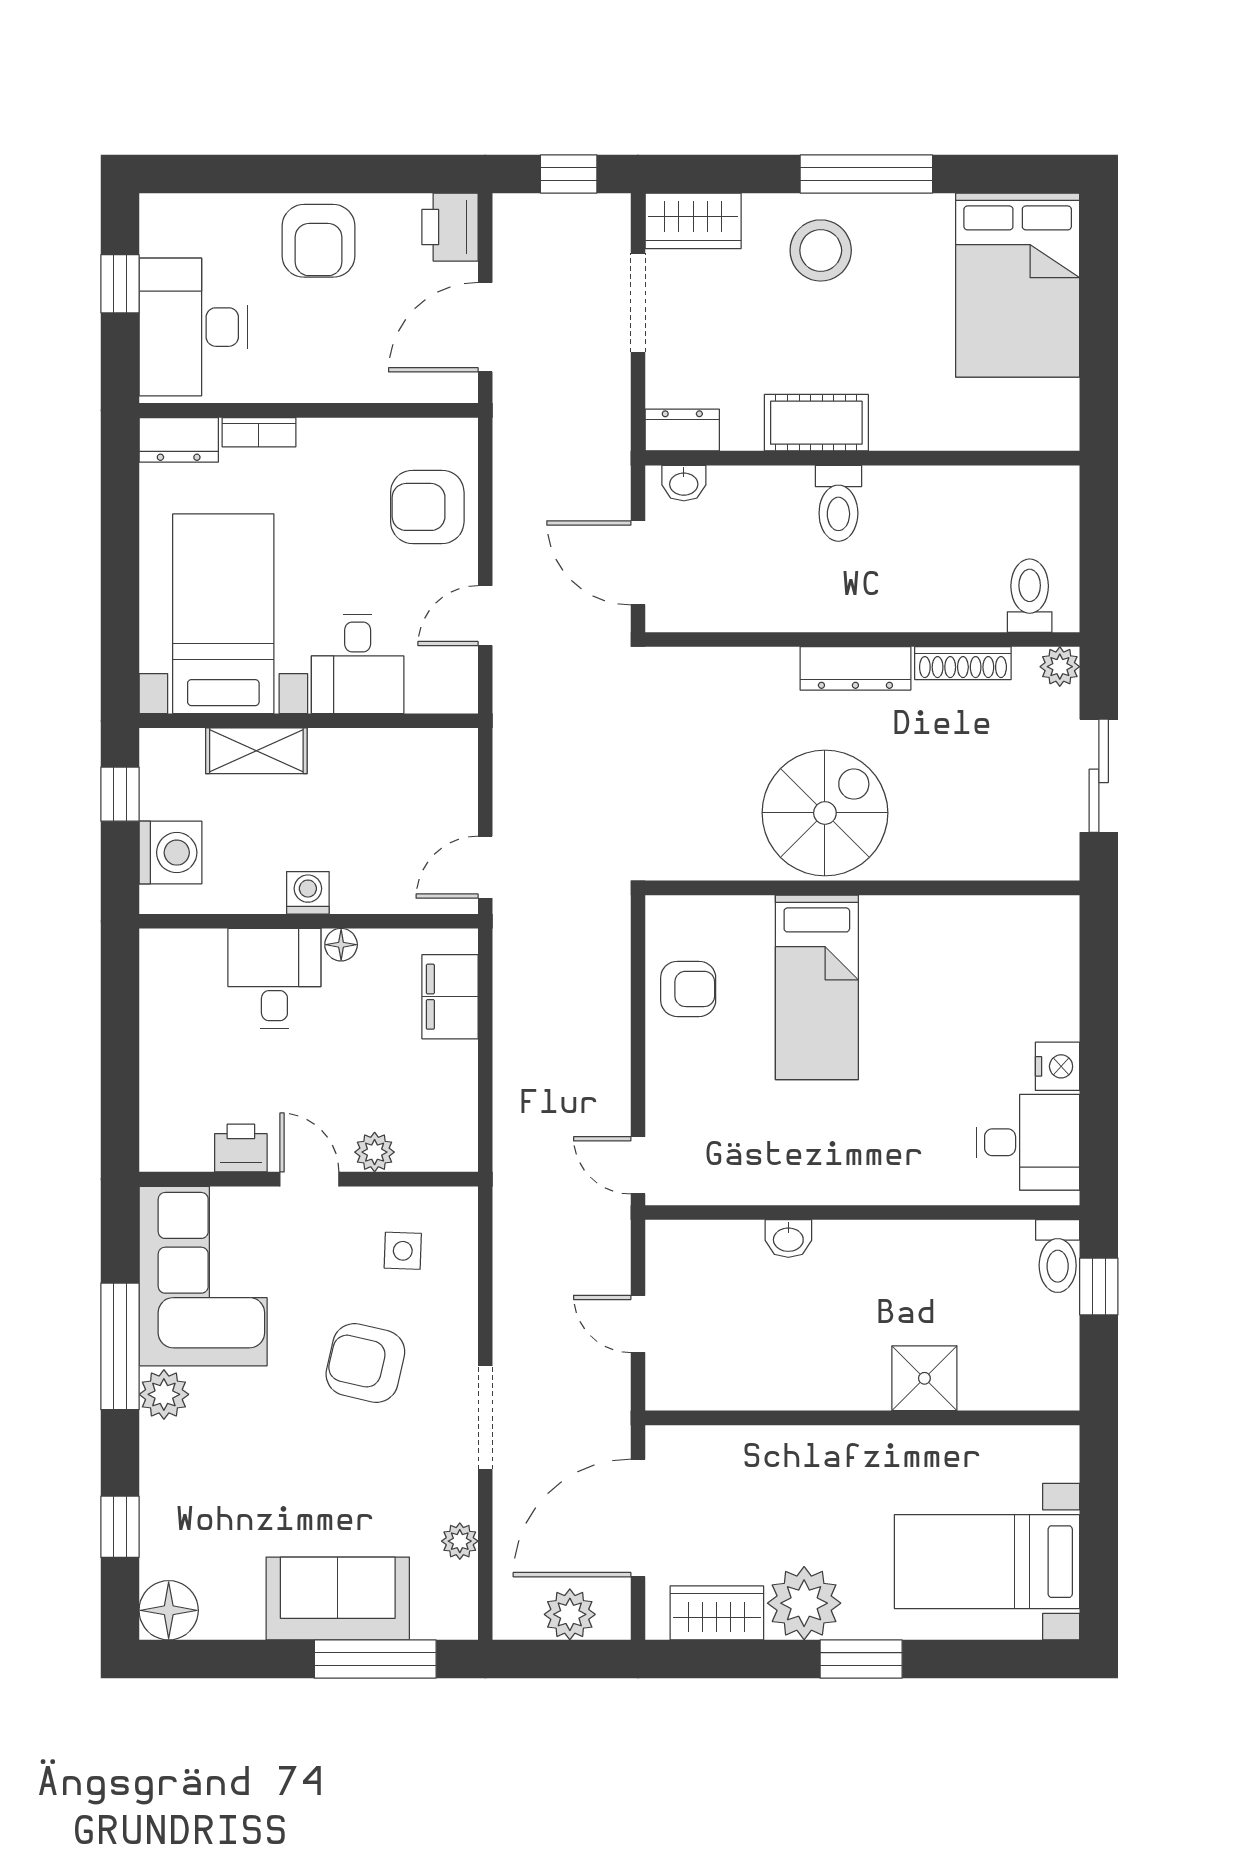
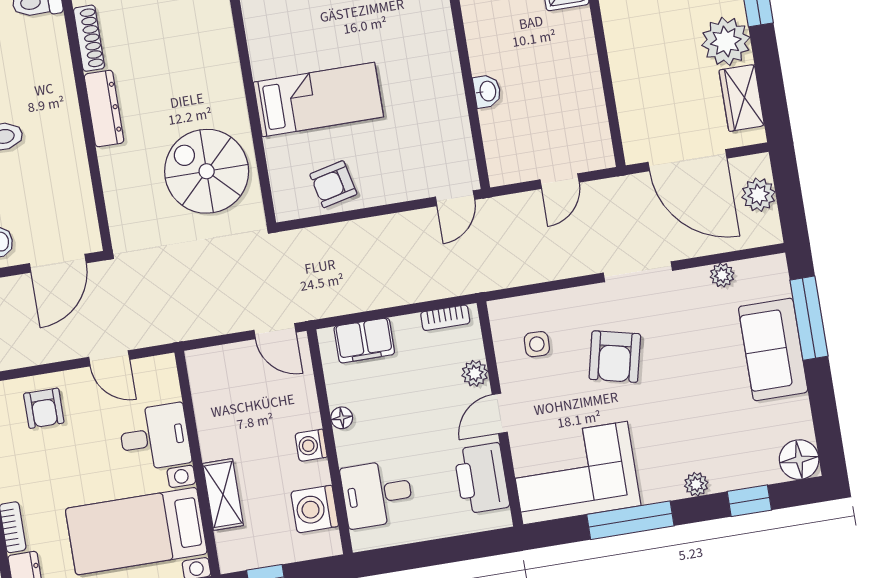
armchair: (427, 507) -> (44, 408), width x0.72, depth x0.72
spiral stairs: (825, 813) -> (207, 171), moved
washing machine: (170, 853) -> (315, 509), moved, turned -90
desk: (274, 979) -> (377, 494), moved
armchair: (688, 989) -> (333, 184), turned -103
bookcase: (464, 1122) -> (445, 318), added
printer: (241, 1148) -> (482, 478), width x1.87, depth x1.48
plant: (164, 1394) -> (696, 484), moved, width x0.73, depth x0.73

